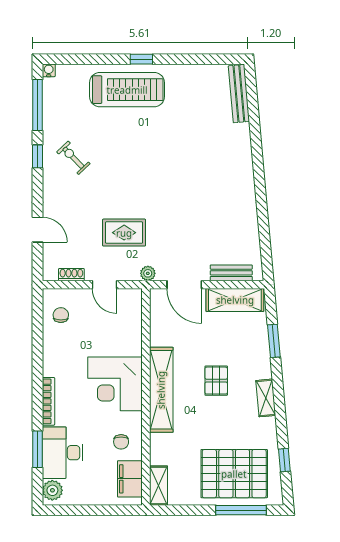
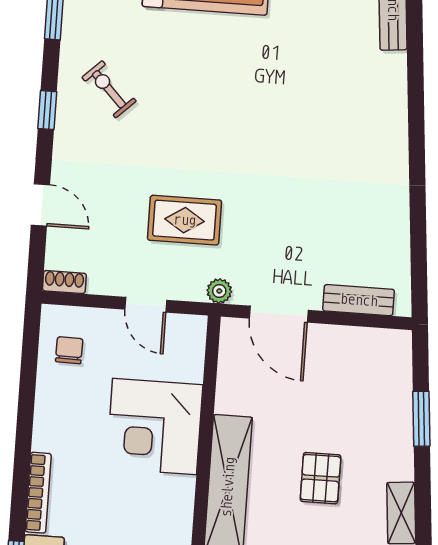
window: (37, 156) -> (47, 110), moved
shoe rack: (71, 275) -> (64, 282), moved
shelving: (235, 300) -> (361, 346), removed
corner desk: (115, 384) -> (155, 427), moved

